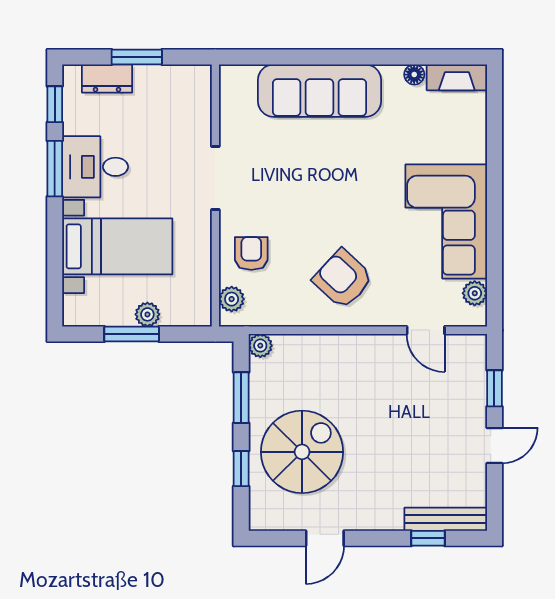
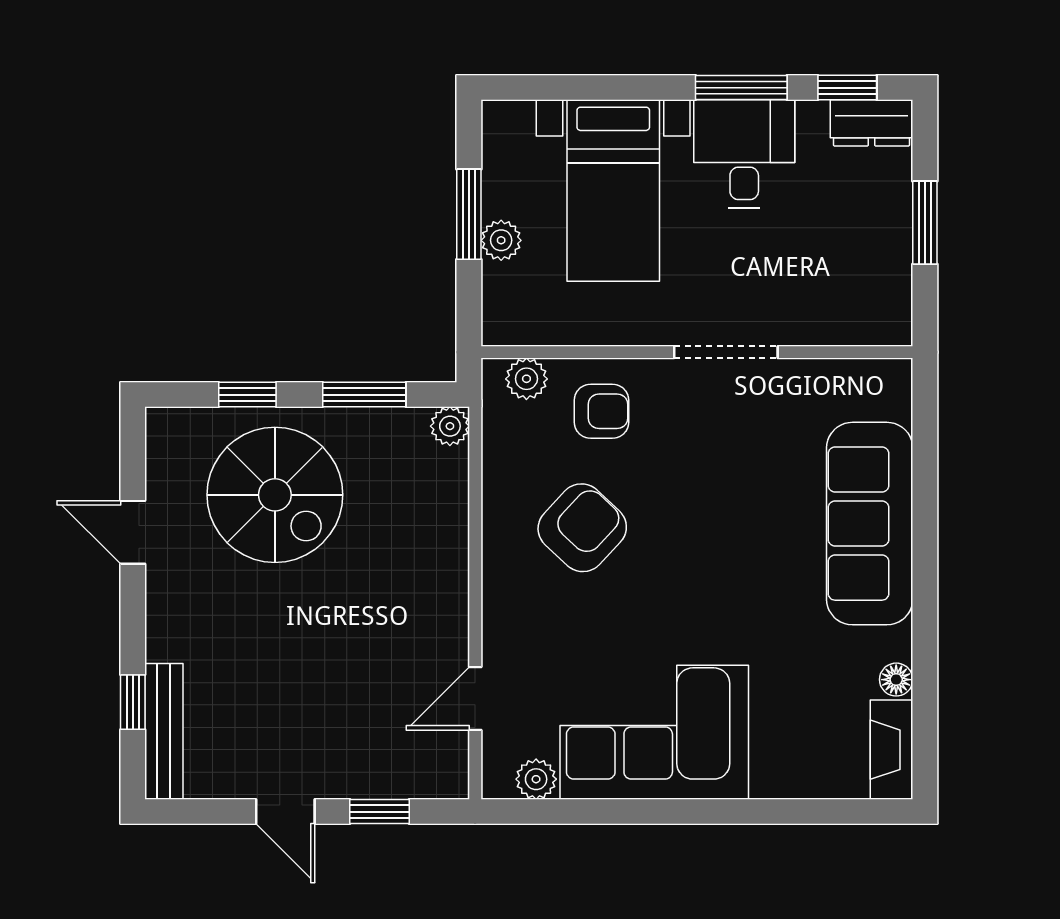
dresser: (107, 79) -> (871, 123), moved, turned -90
armchair: (343, 279) -> (582, 528), moved

